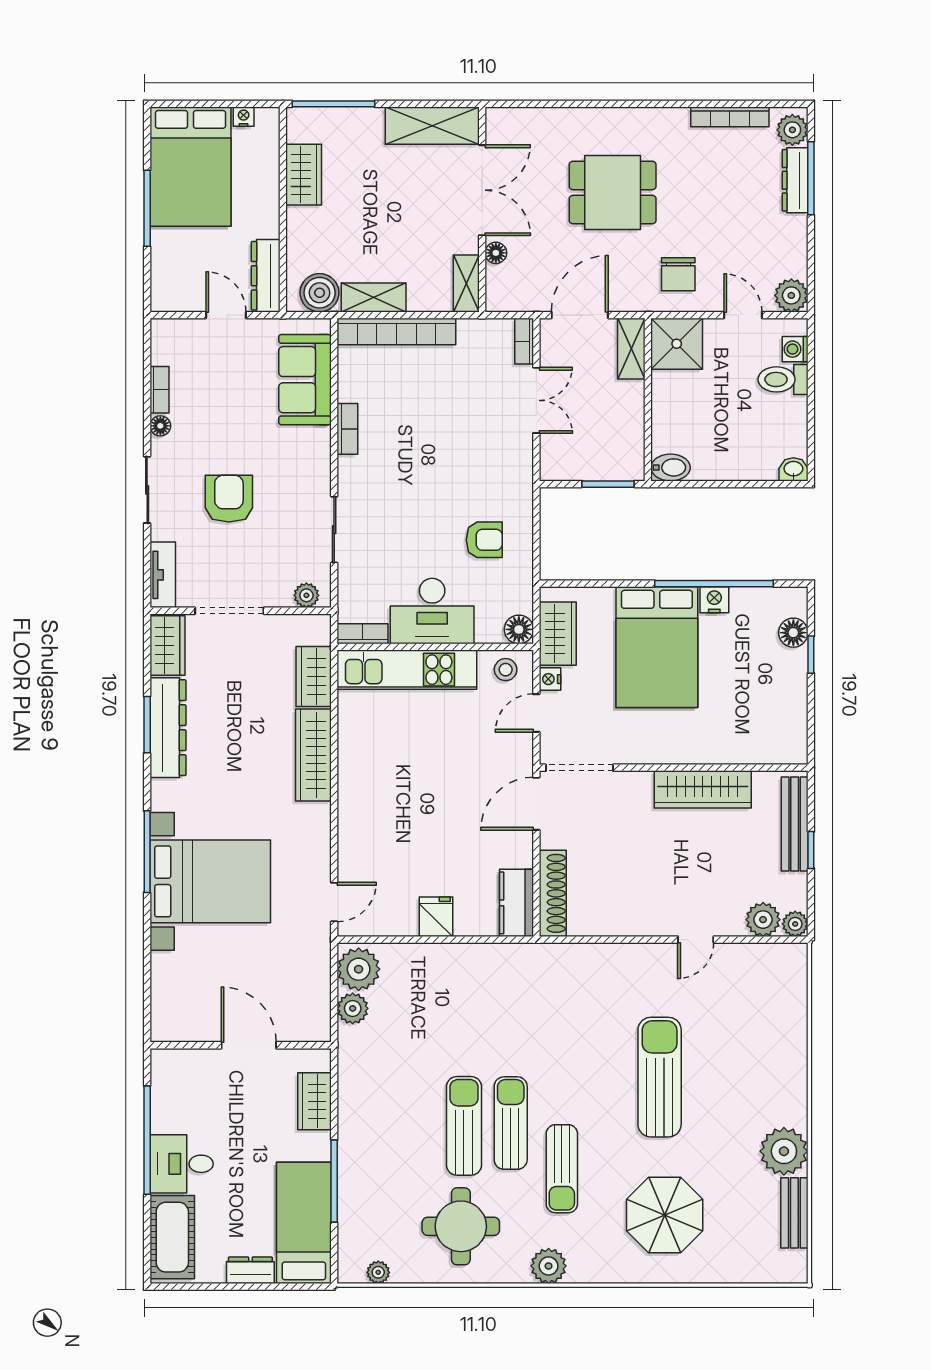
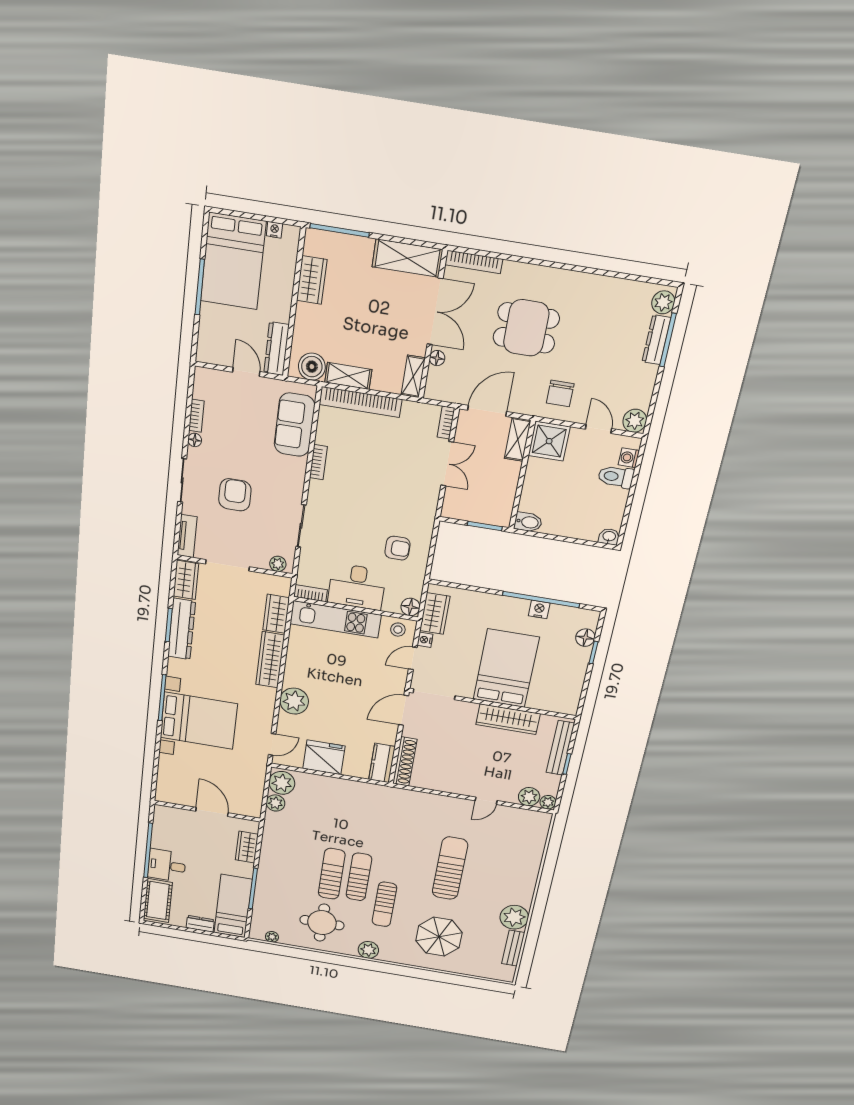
bookcase: (730, 117) -> (474, 262), moved
bed: (657, 647) -> (506, 668), moved, turned 180
plant: (360, 819) -> (294, 701), added
fridge: (436, 917) -> (324, 757), width x1.88, depth x1.34

